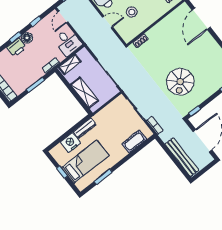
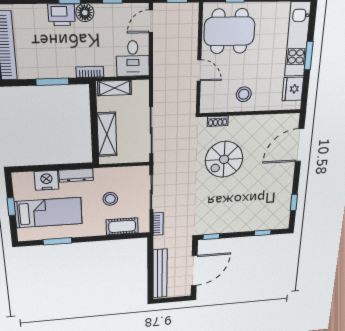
stool: (132, 12) -> (244, 94), moved
spiral stairs: (180, 82) -> (224, 159), moved
stool: (114, 129) -> (110, 199), added

